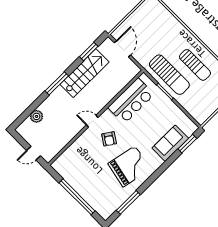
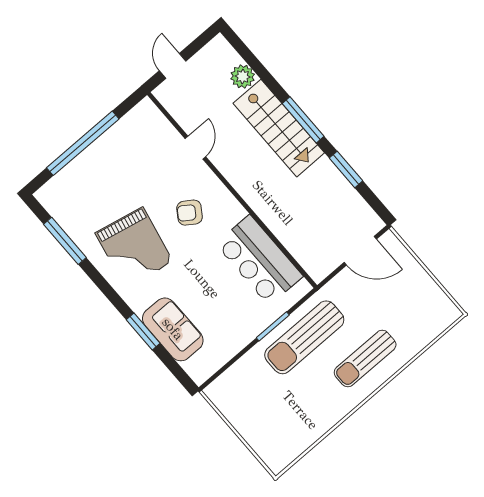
window: (89, 51) -> (346, 169), moved
sun lounger: (195, 65) -> (365, 358), moved
stairs: (85, 73) -> (279, 128), moved
door: (92, 121) -> (195, 148), moved
window: (187, 144) -> (143, 331), moved

